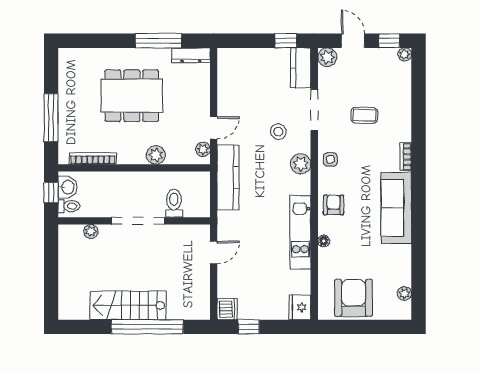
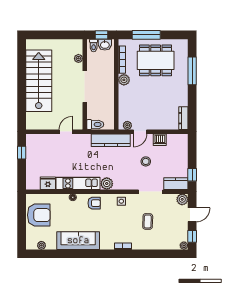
window: (159, 41) -> (192, 71), moved
dining table: (132, 96) -> (156, 60), moved, turned 90
door: (214, 128) -> (140, 132), hinge flipped
stool: (278, 132) -> (146, 161), moved
plant: (156, 155) -> (124, 80), moved
plant: (301, 164) -> (107, 184), moved
toilet: (174, 203) -> (95, 124), moved
sofa: (396, 208) -> (78, 241), moved
door: (214, 252) -> (66, 132), swing flipped
stairs: (128, 305) -> (39, 81), width x1.36, depth x1.51
fridge: (300, 307) -> (48, 183), moved
dishwasher: (227, 309) -> (160, 140), moved
window: (147, 327) -> (22, 92), removed

